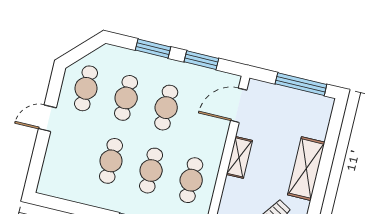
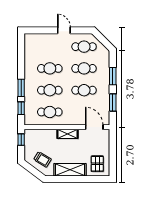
window: (301, 84) -> (113, 157), removed
pallet: (307, 116) -> (97, 164), added

